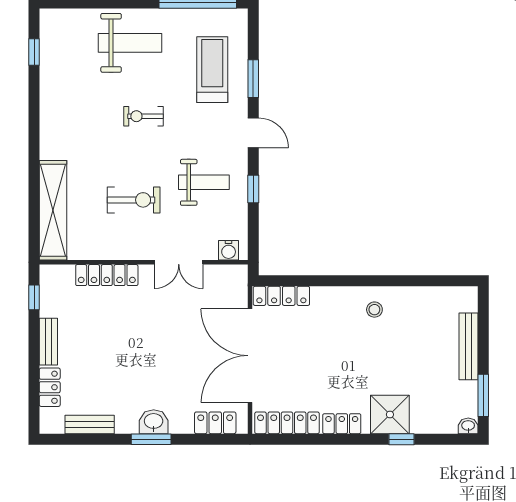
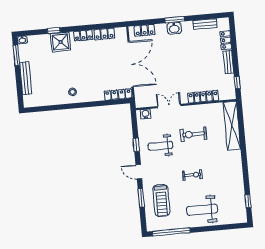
locker: (287, 423) -> (104, 34), width x0.66

